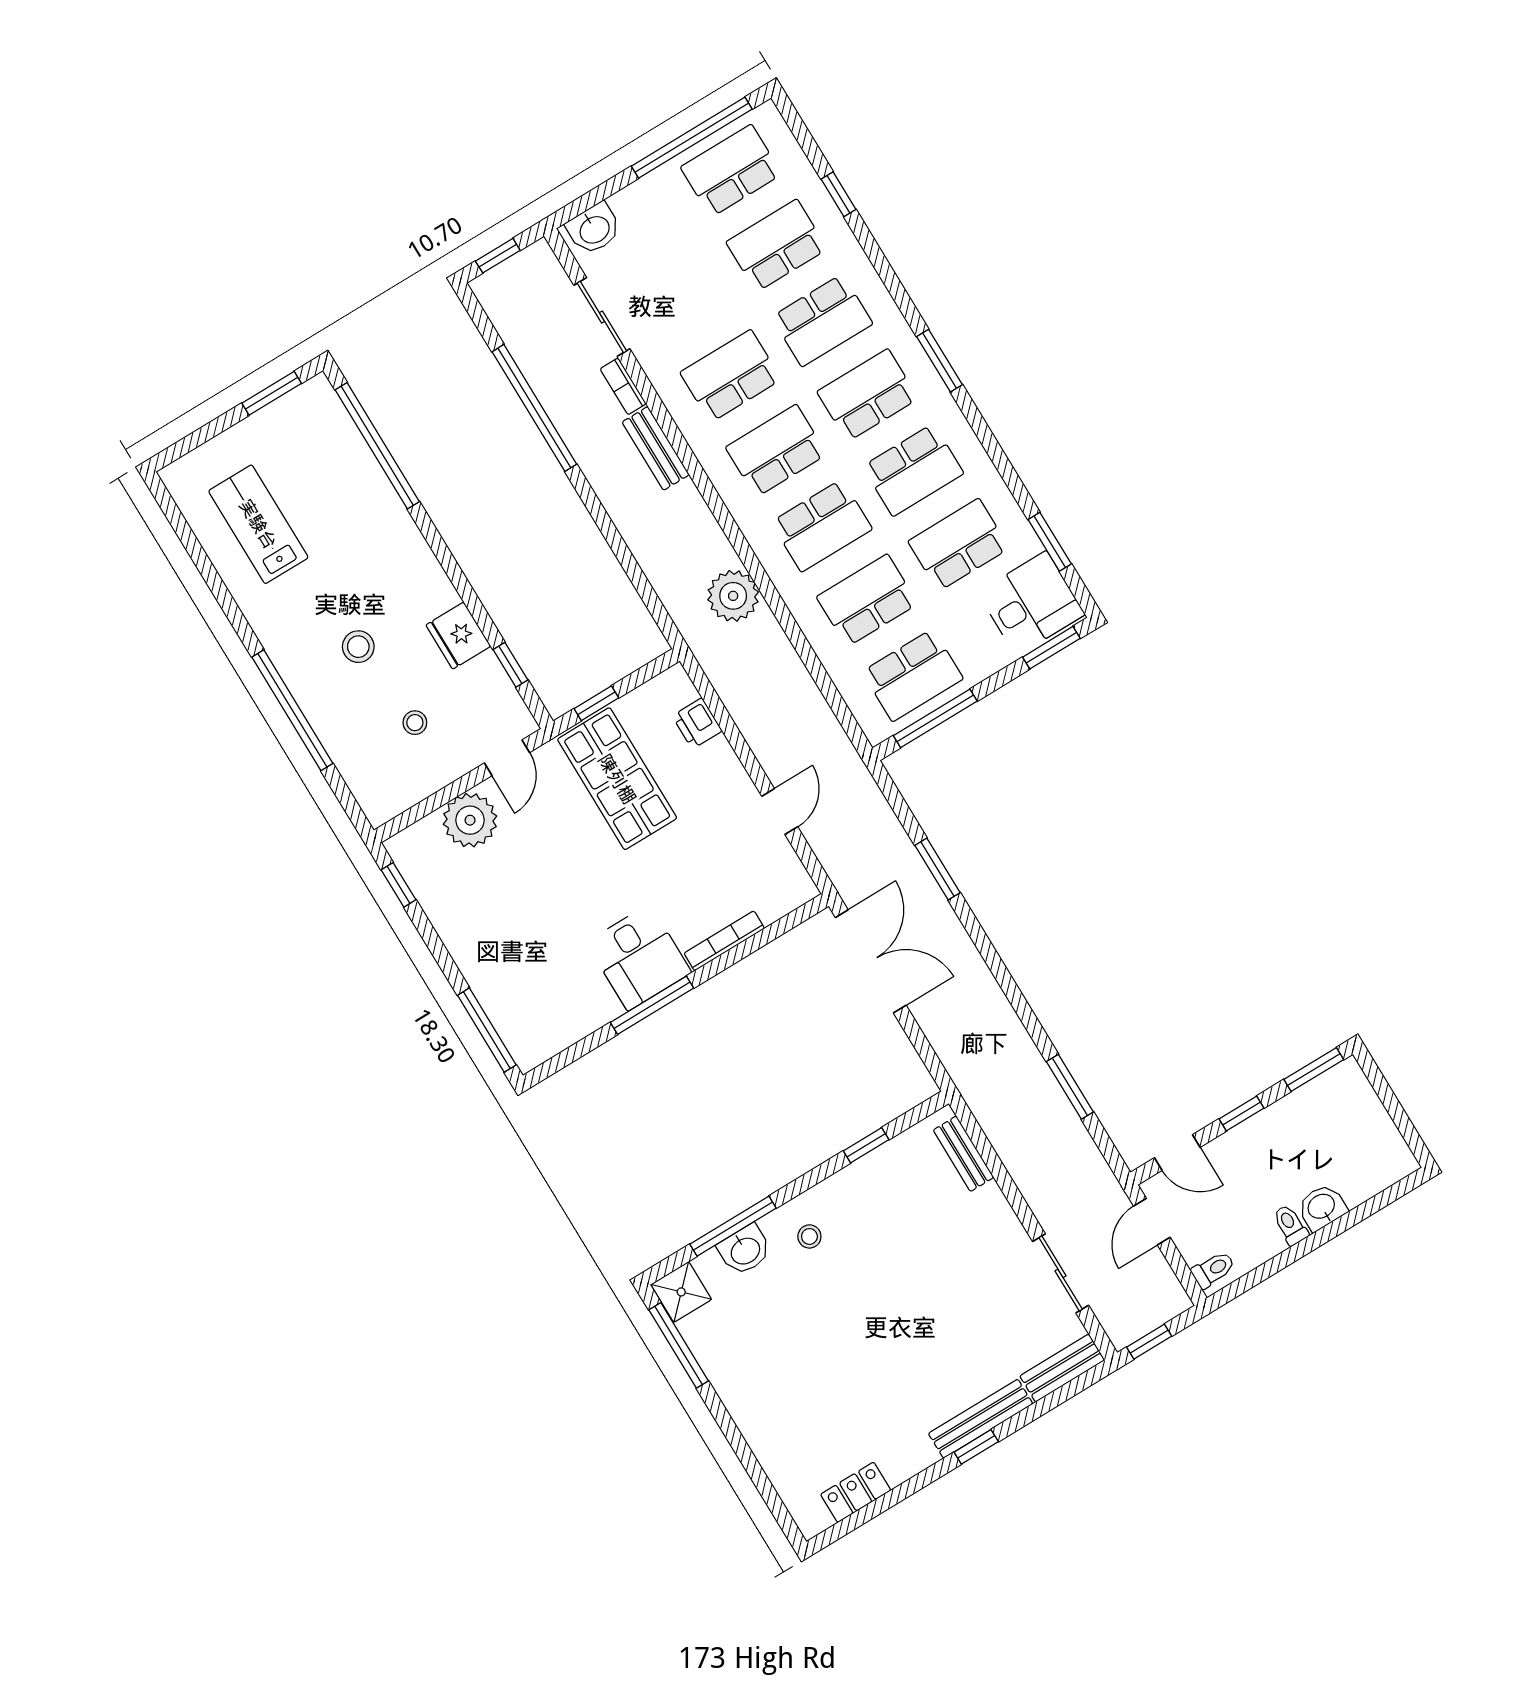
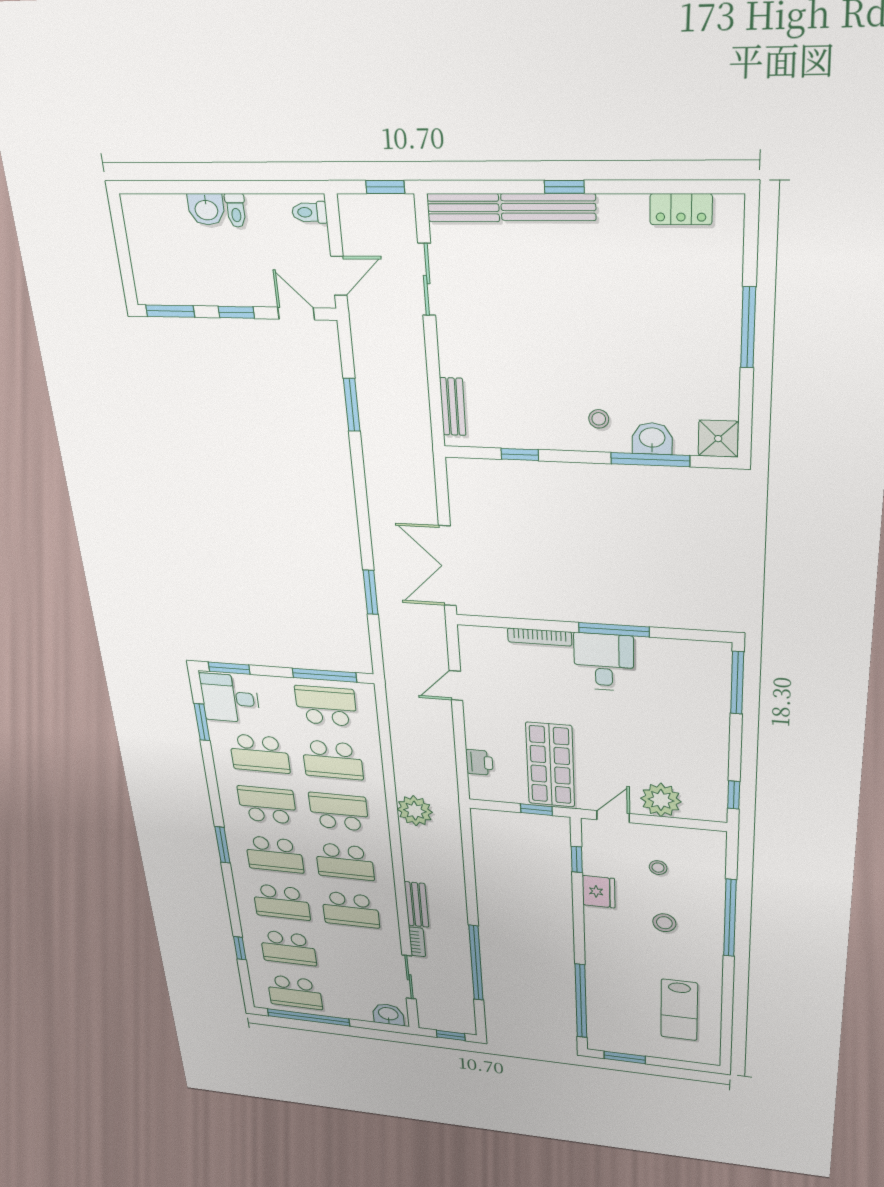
school desk: (822, 320) -> (281, 902), turned 180
window: (679, 1345) -> (748, 328), moved

